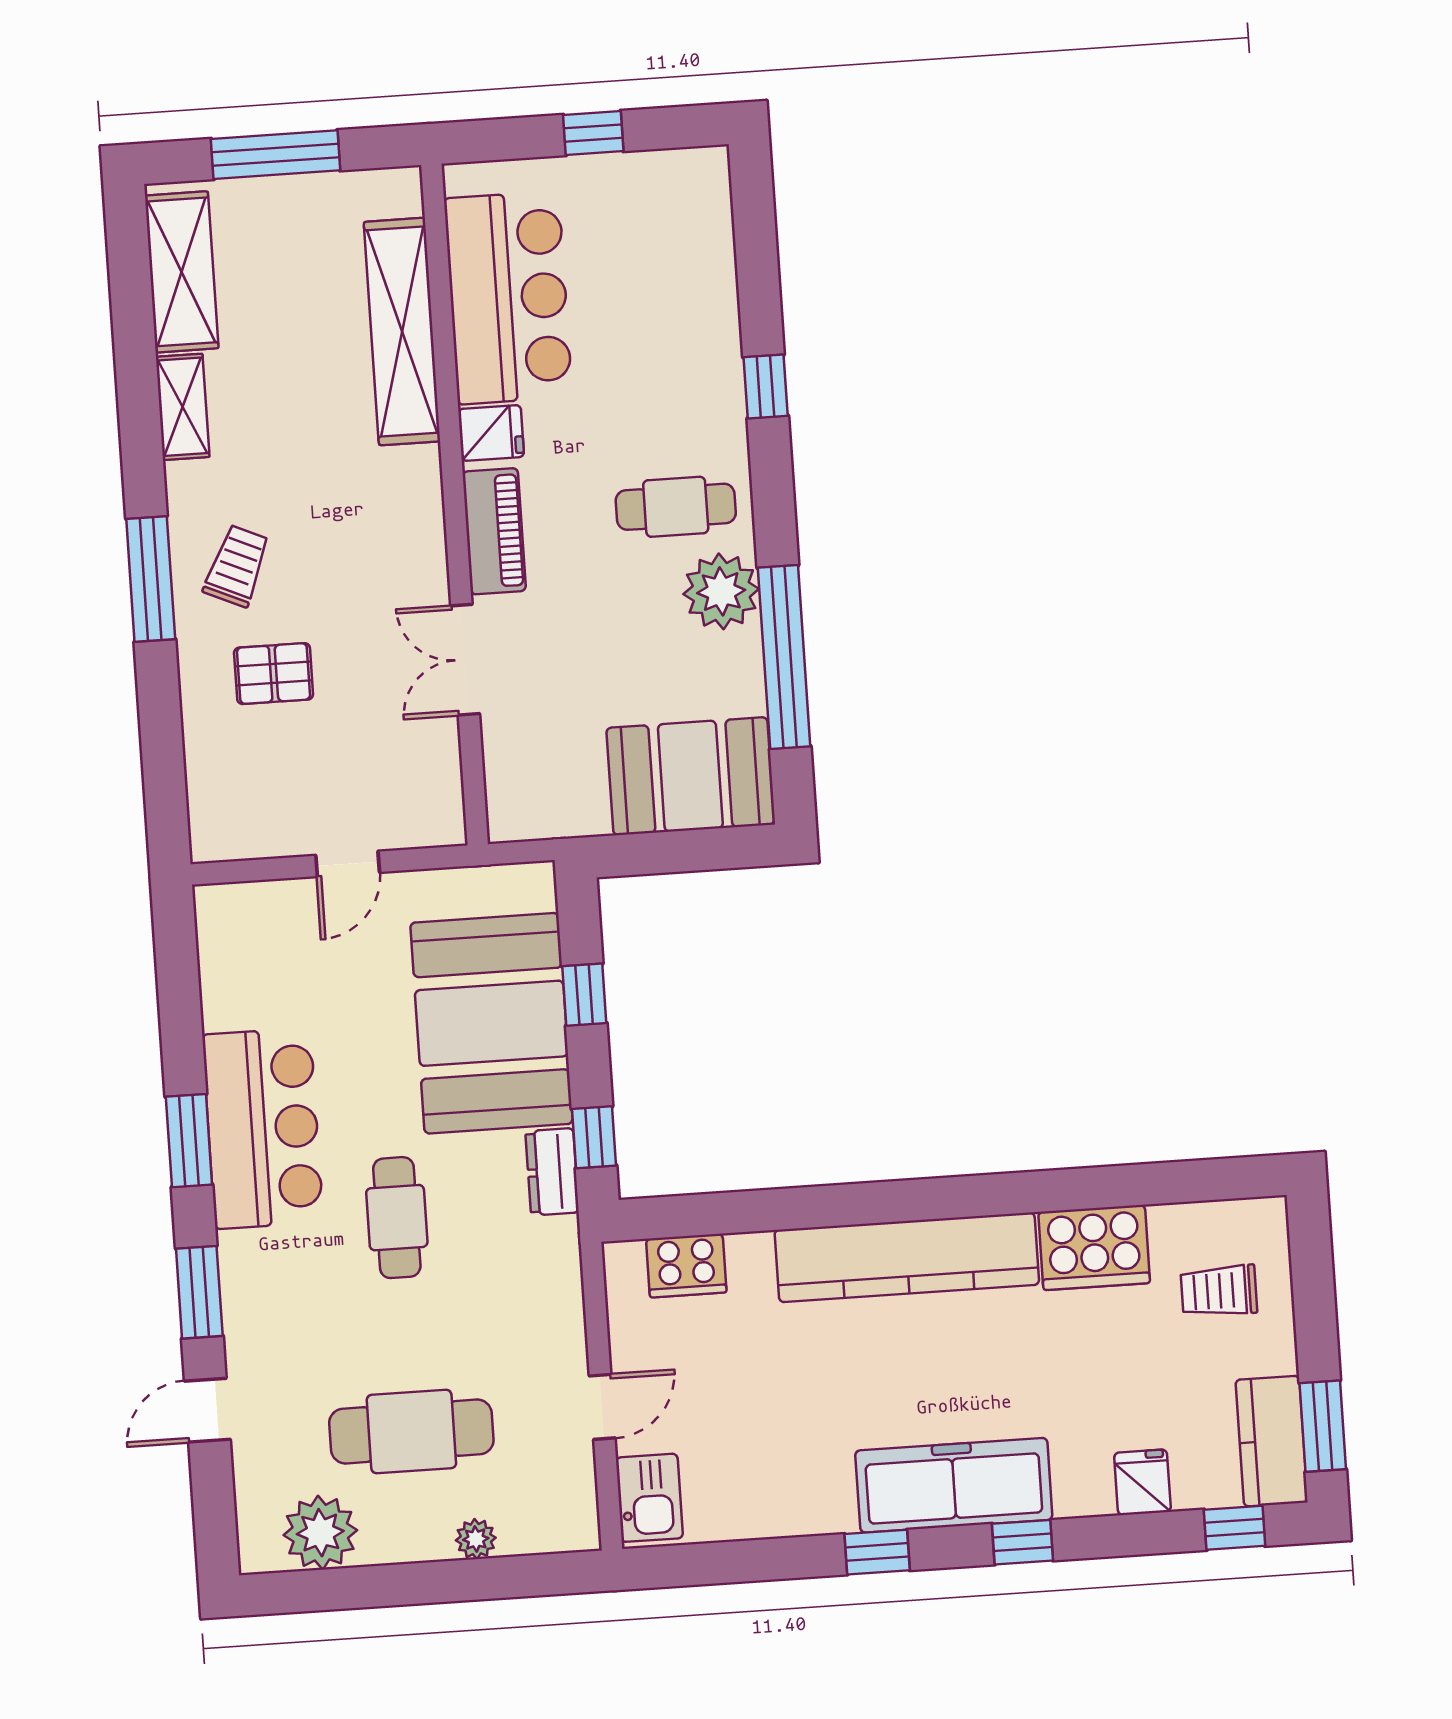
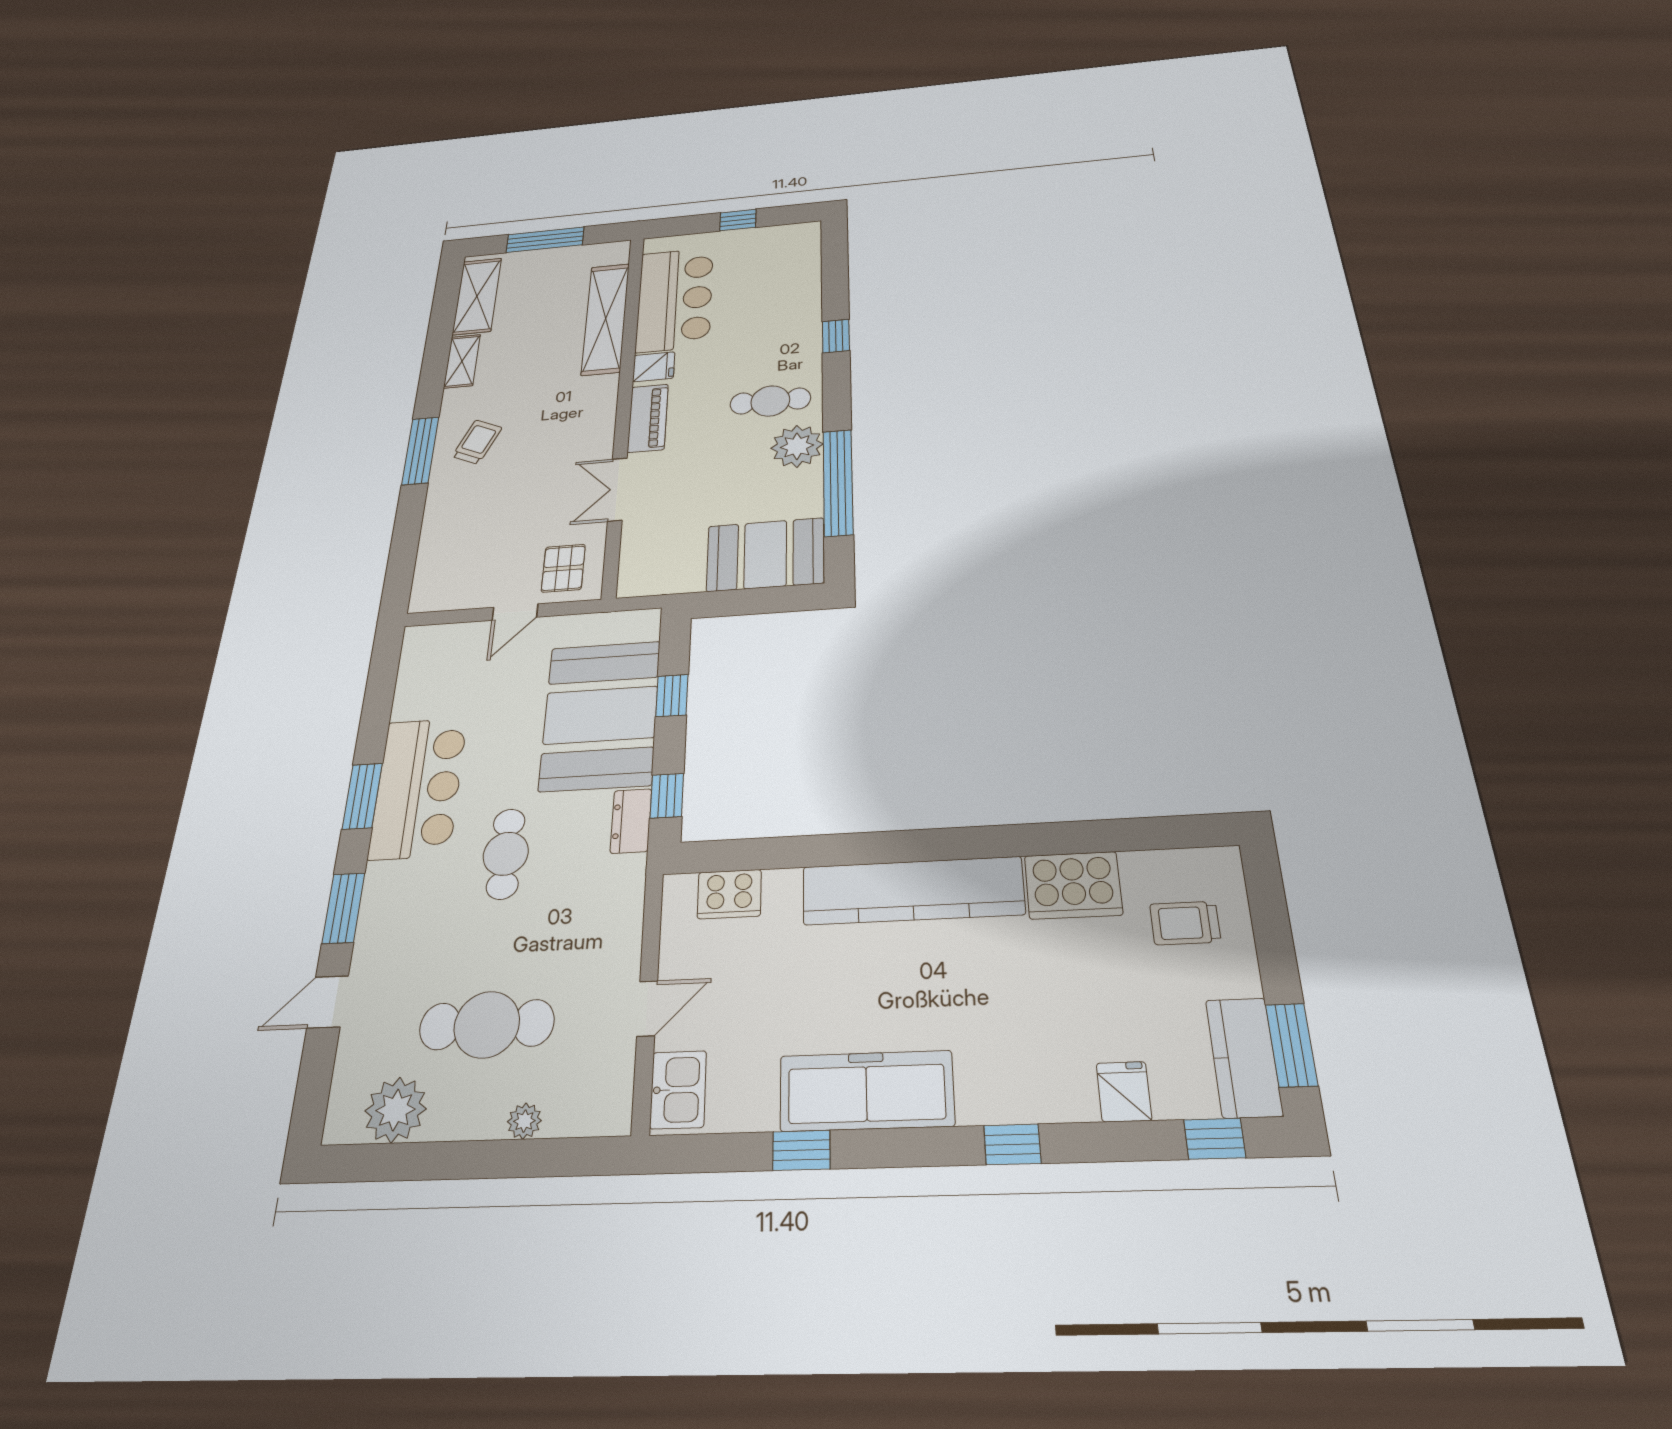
pallet: (274, 674) -> (563, 568), moved, turned 90
freezer: (954, 1485) -> (866, 1091), moved
window: (877, 1552) -> (801, 1150), moved

